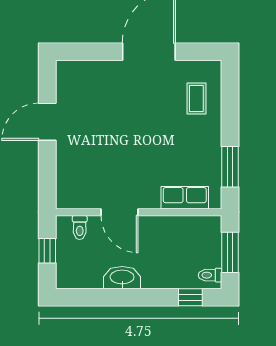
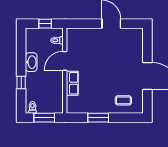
window: (230, 167) -> (98, 118), moved
row of seats: (185, 198) -> (72, 83), moved
window: (190, 297) -> (21, 83), moved

